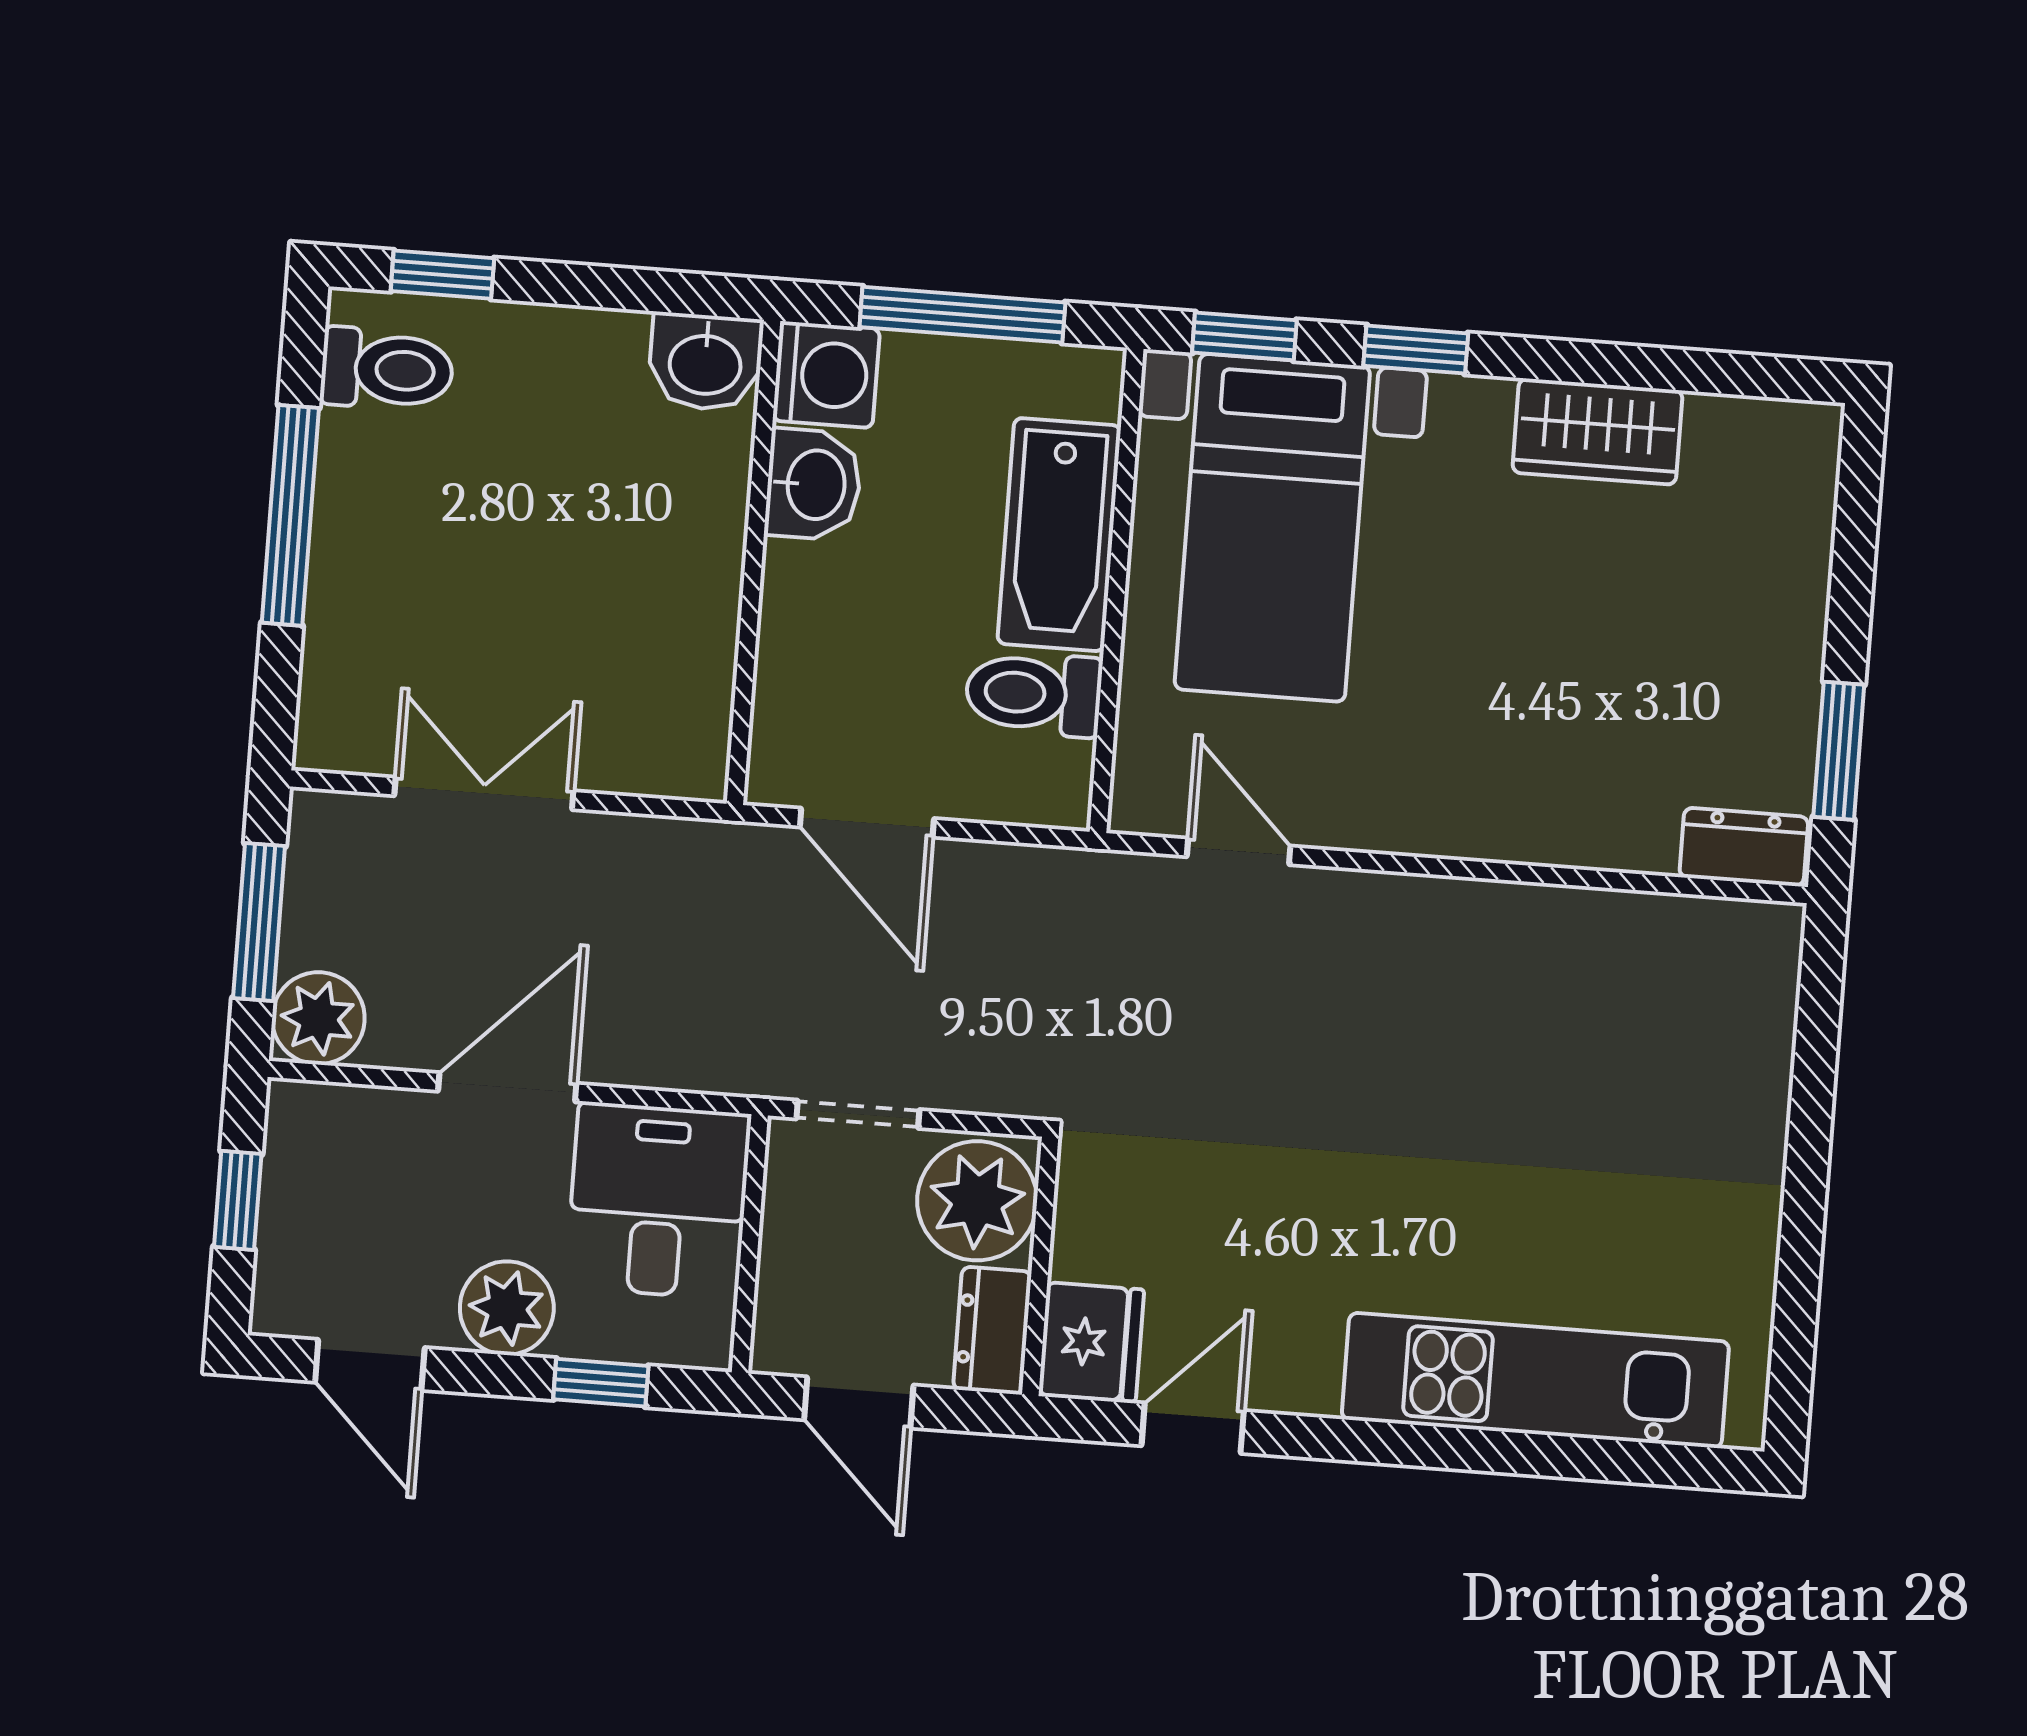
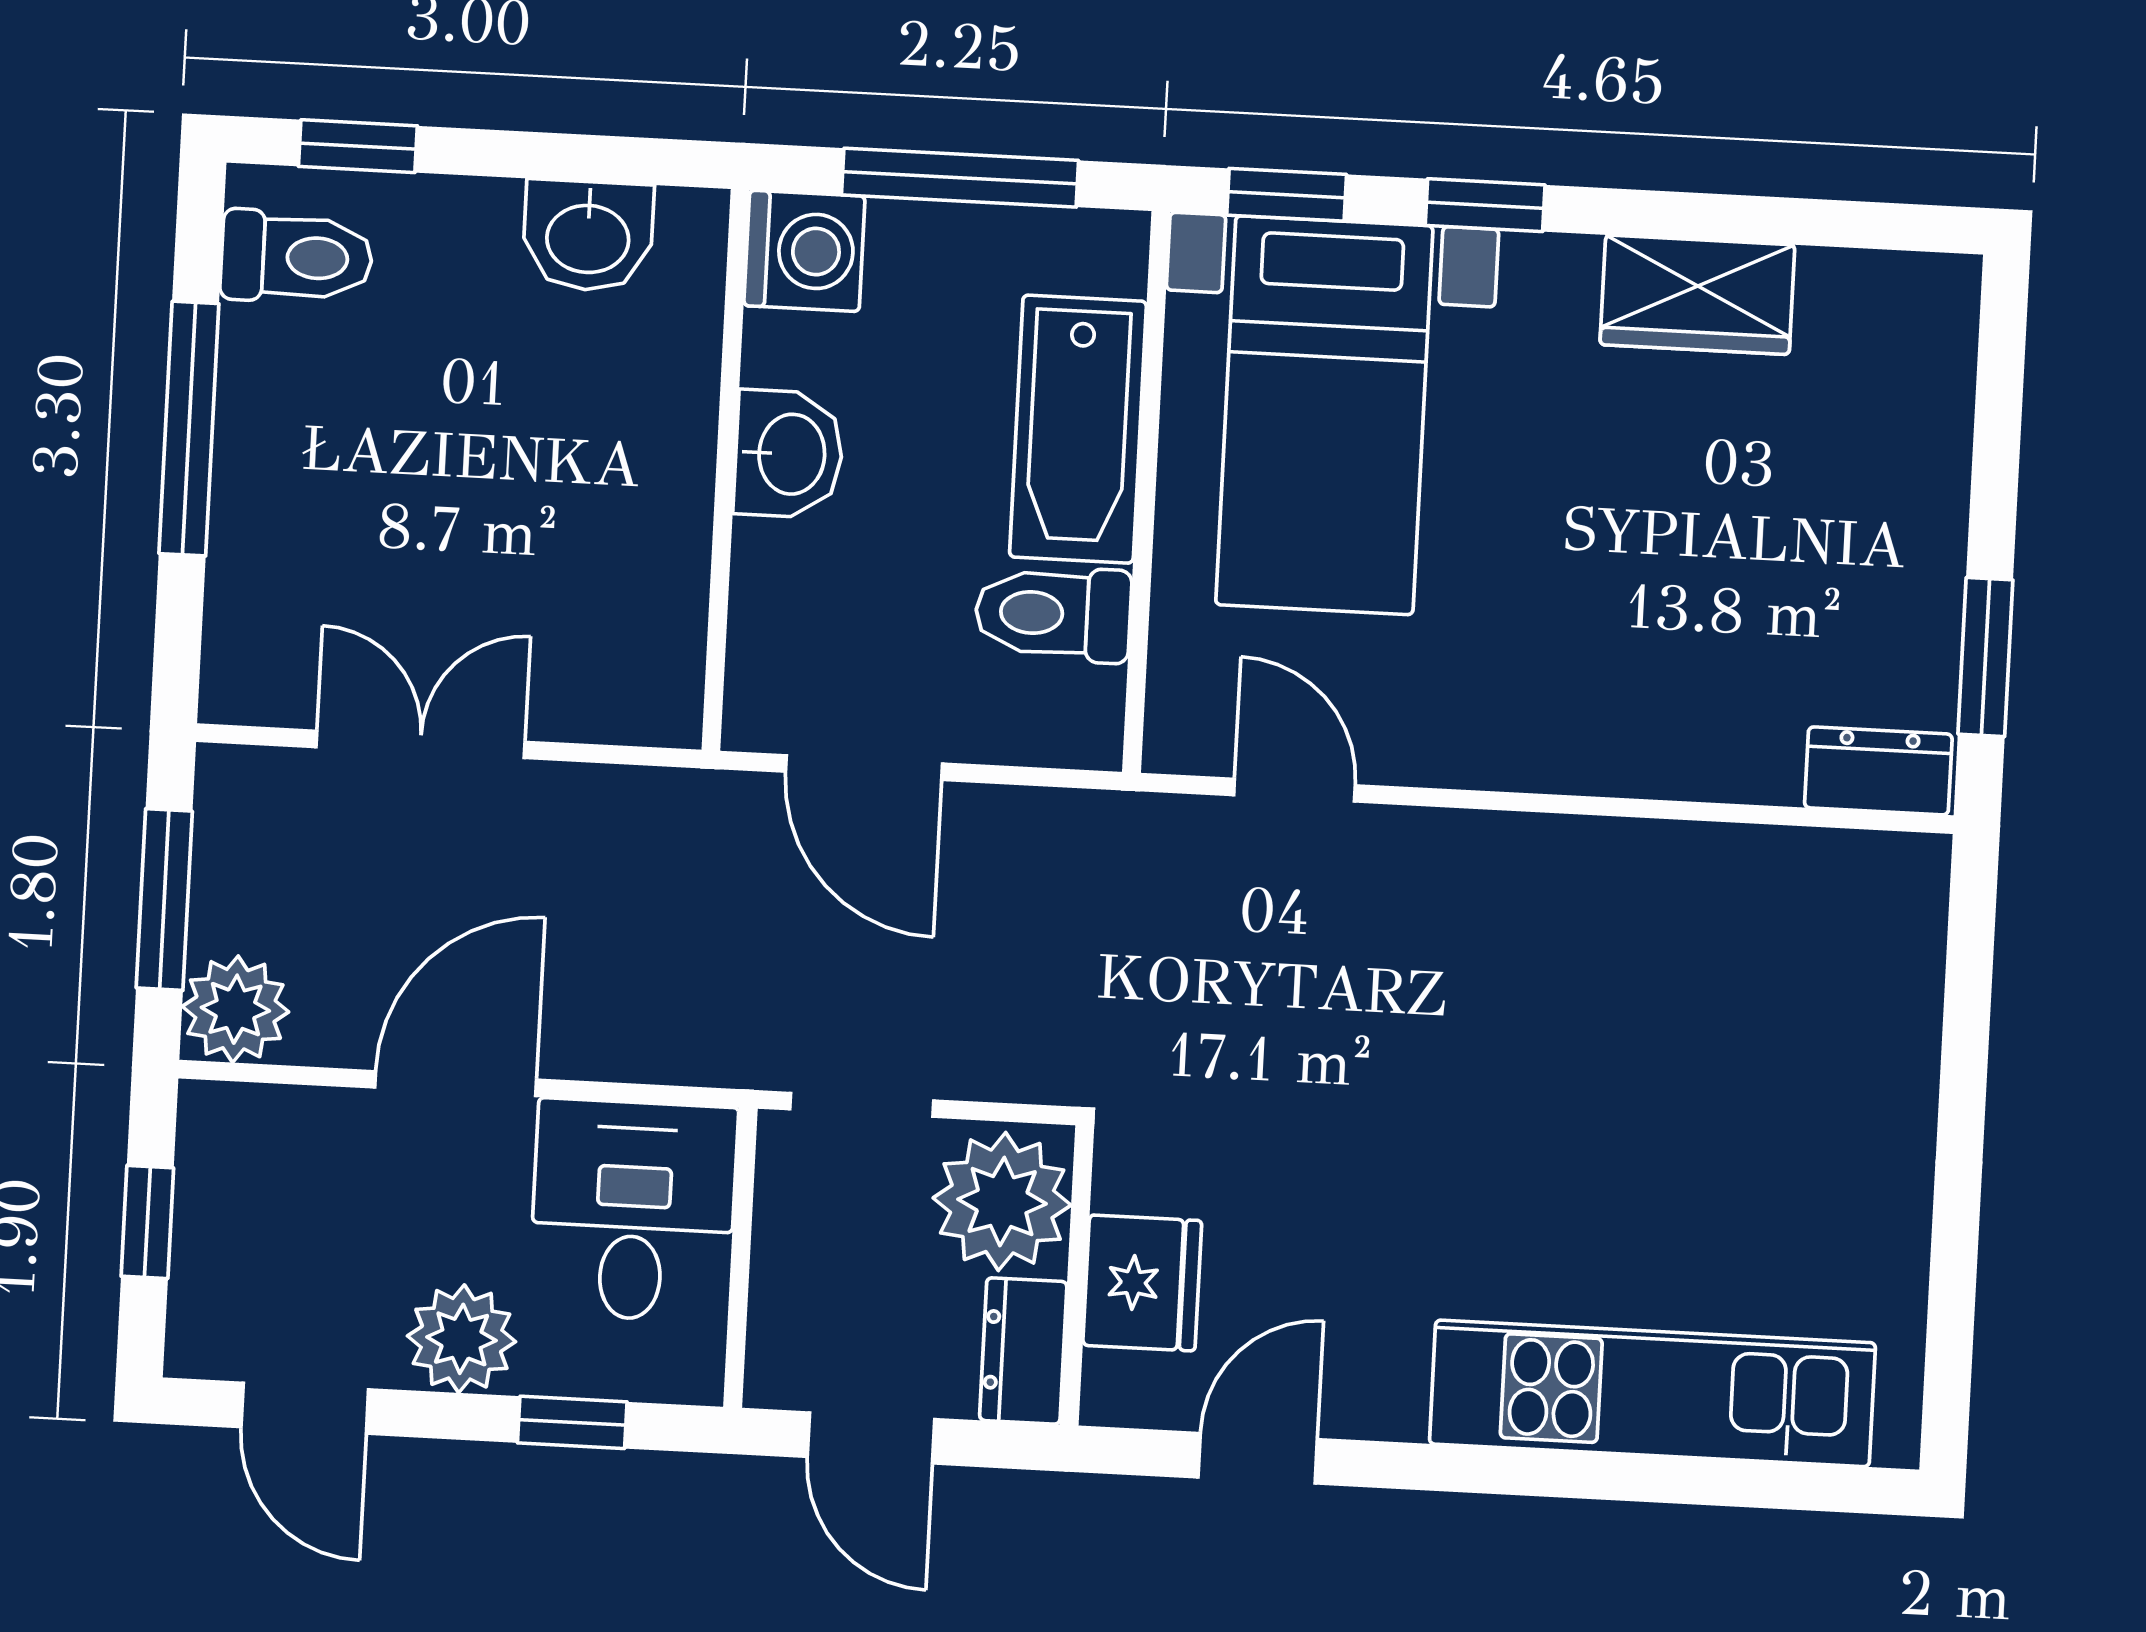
washbasin: (705, 362) -> (588, 236), moved
washbasin: (813, 485) -> (789, 454), moved
fridge: (1091, 1342) -> (1142, 1283), moved

